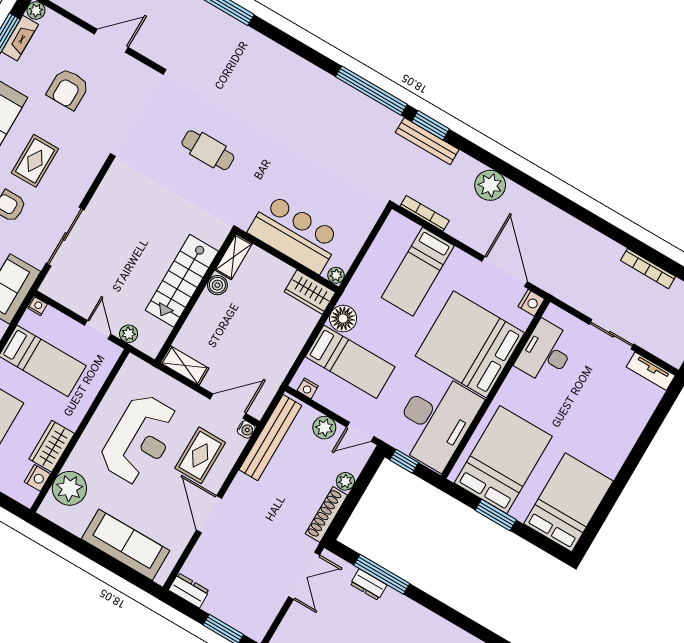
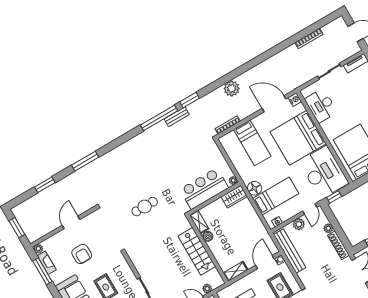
bench: (427, 141) -> (177, 117), moved, width x0.73

